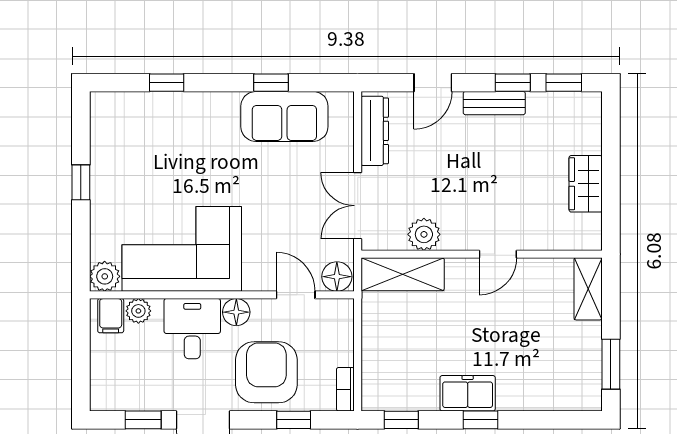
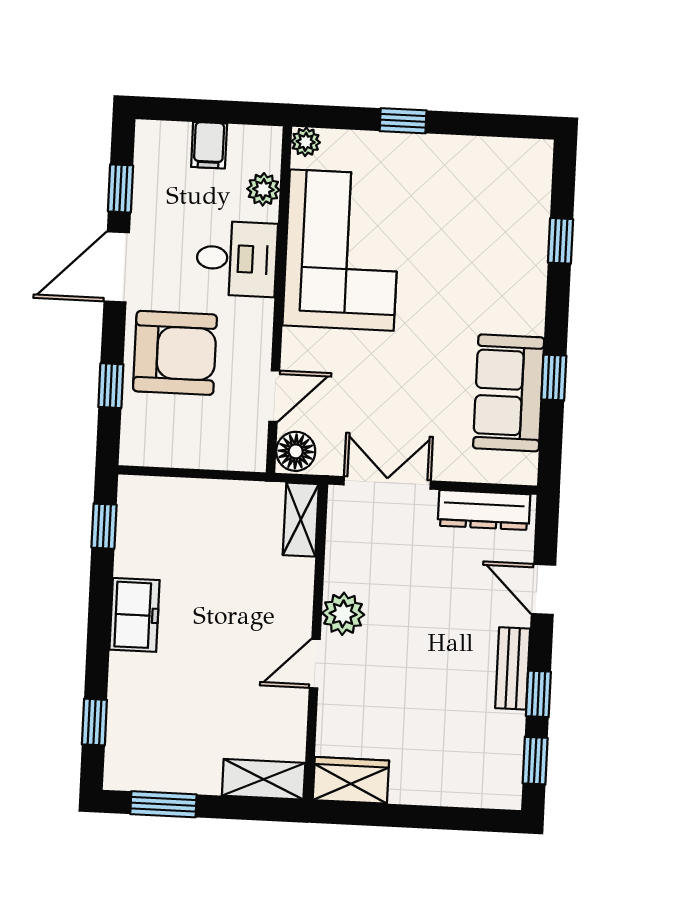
window: (81, 182) -> (403, 121), moved
wardrobe: (586, 184) -> (351, 780), moved
plant: (424, 234) -> (343, 614), moved
door: (498, 254) -> (315, 664), hinge flipped
shelving: (403, 274) -> (301, 520), width x0.67, depth x0.75
plant: (105, 276) -> (306, 142), width x0.73, depth x0.73
floor lamp: (236, 312) -> (256, 317), removed
filing cabinet: (111, 316) -> (209, 145), moved, turned -90
bookcase: (345, 389) -> (148, 455), removed
window: (480, 420) -> (94, 722), moved

